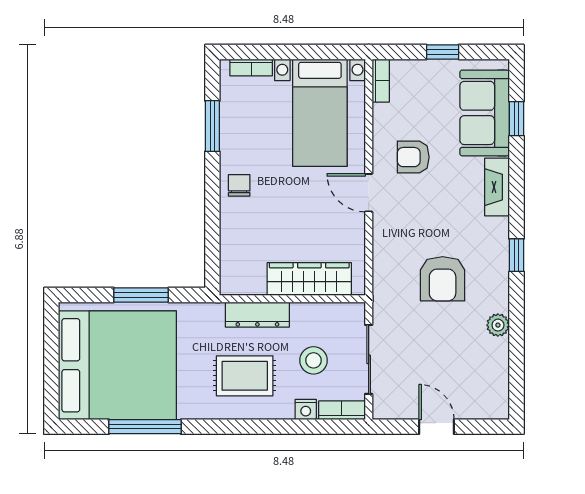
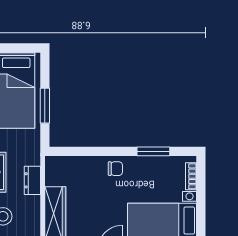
dresser: (257, 315) -> (32, 180), width x0.70

